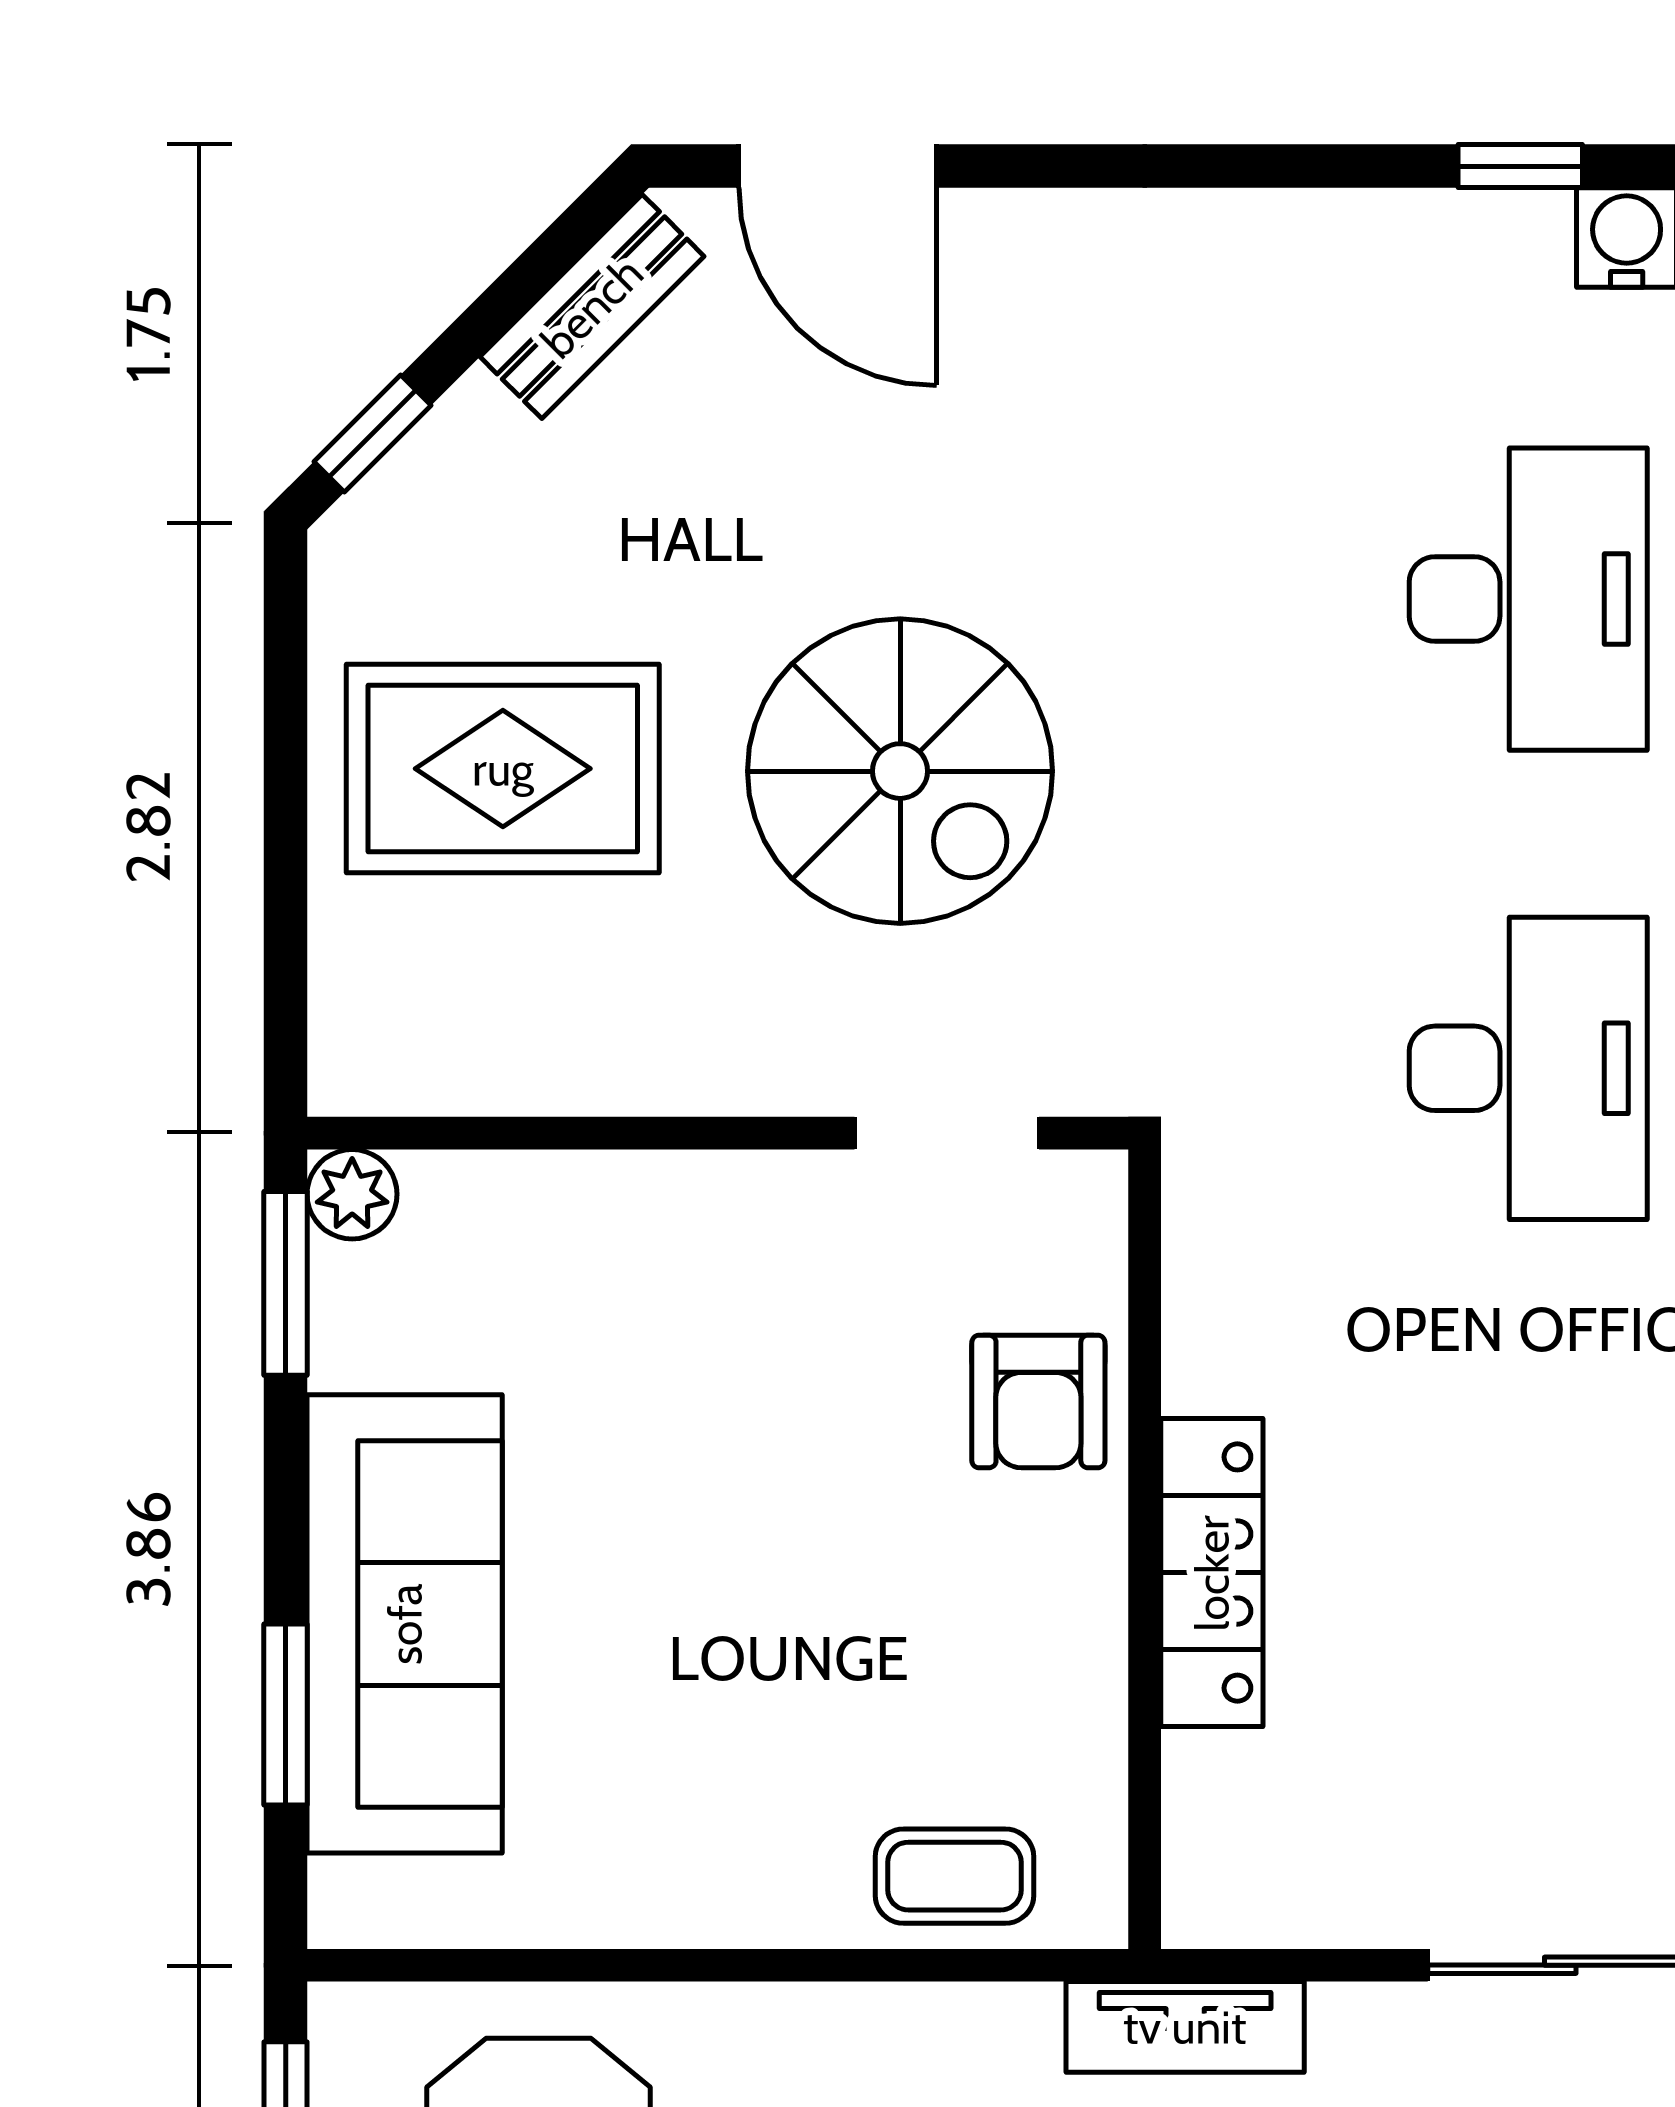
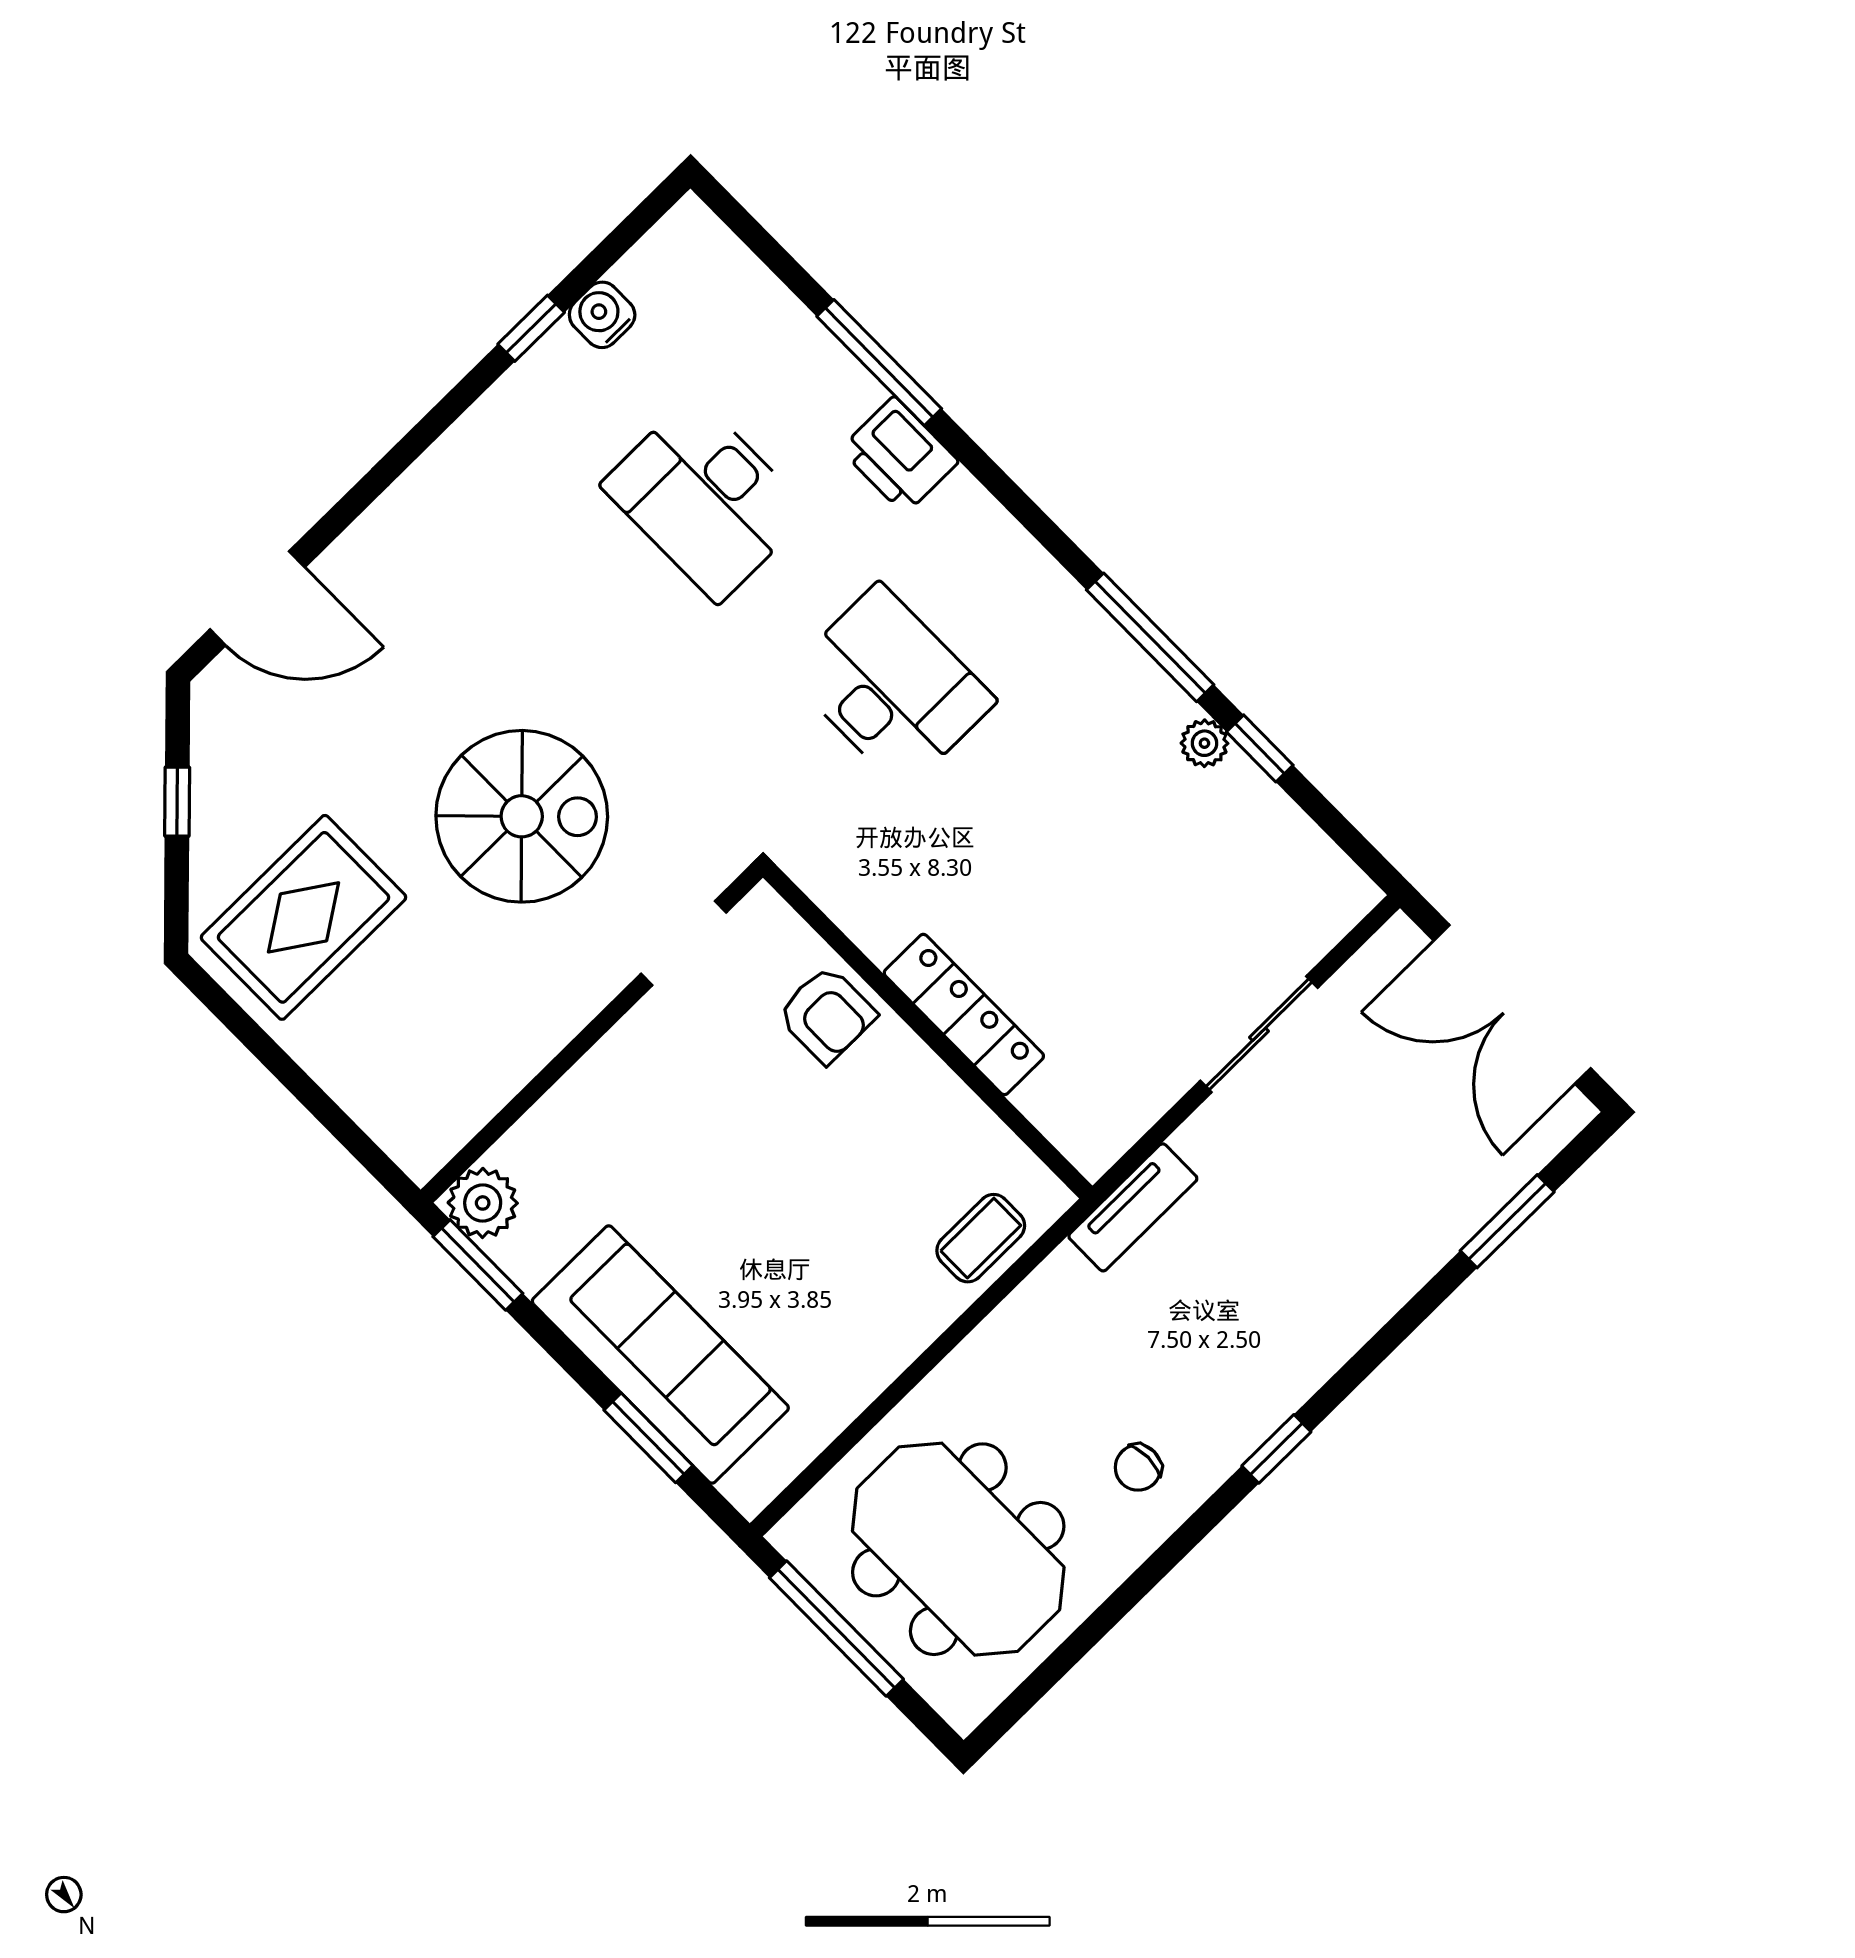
bench: (592, 307) -> (214, 752), removed
window: (372, 433) -> (177, 802), moved
desk: (1528, 599) -> (706, 499), turned 180
rug: (503, 769) -> (303, 917), moved
plant: (352, 1194) -> (483, 1203), width x1.38, depth x1.38

